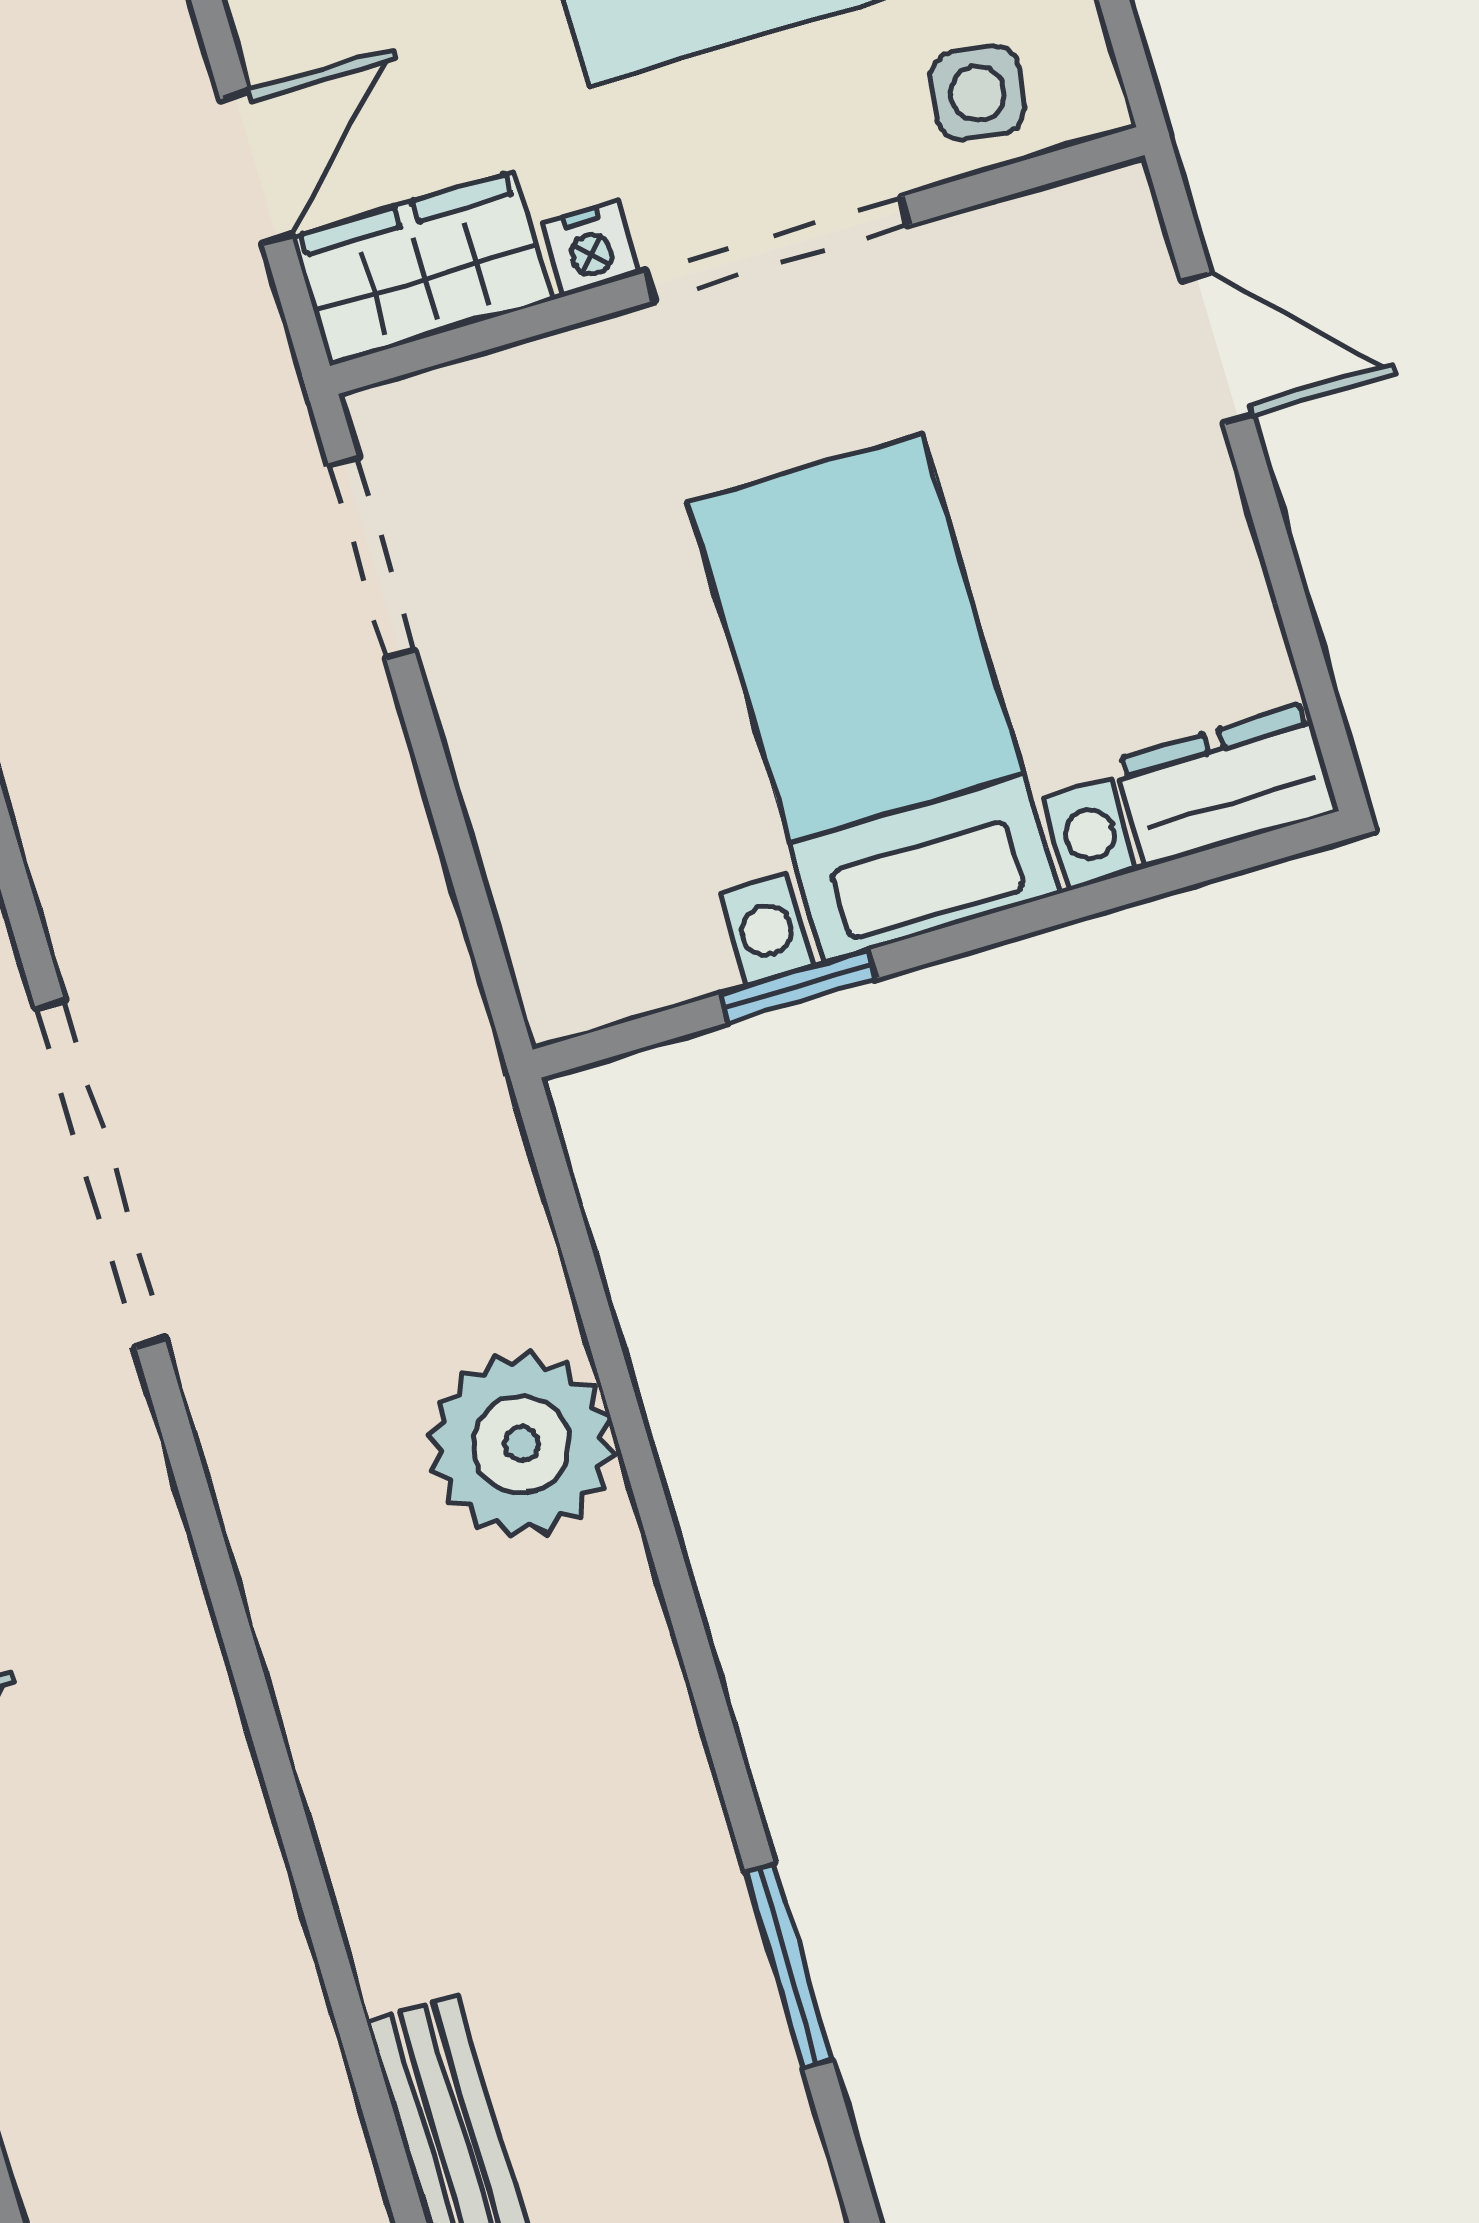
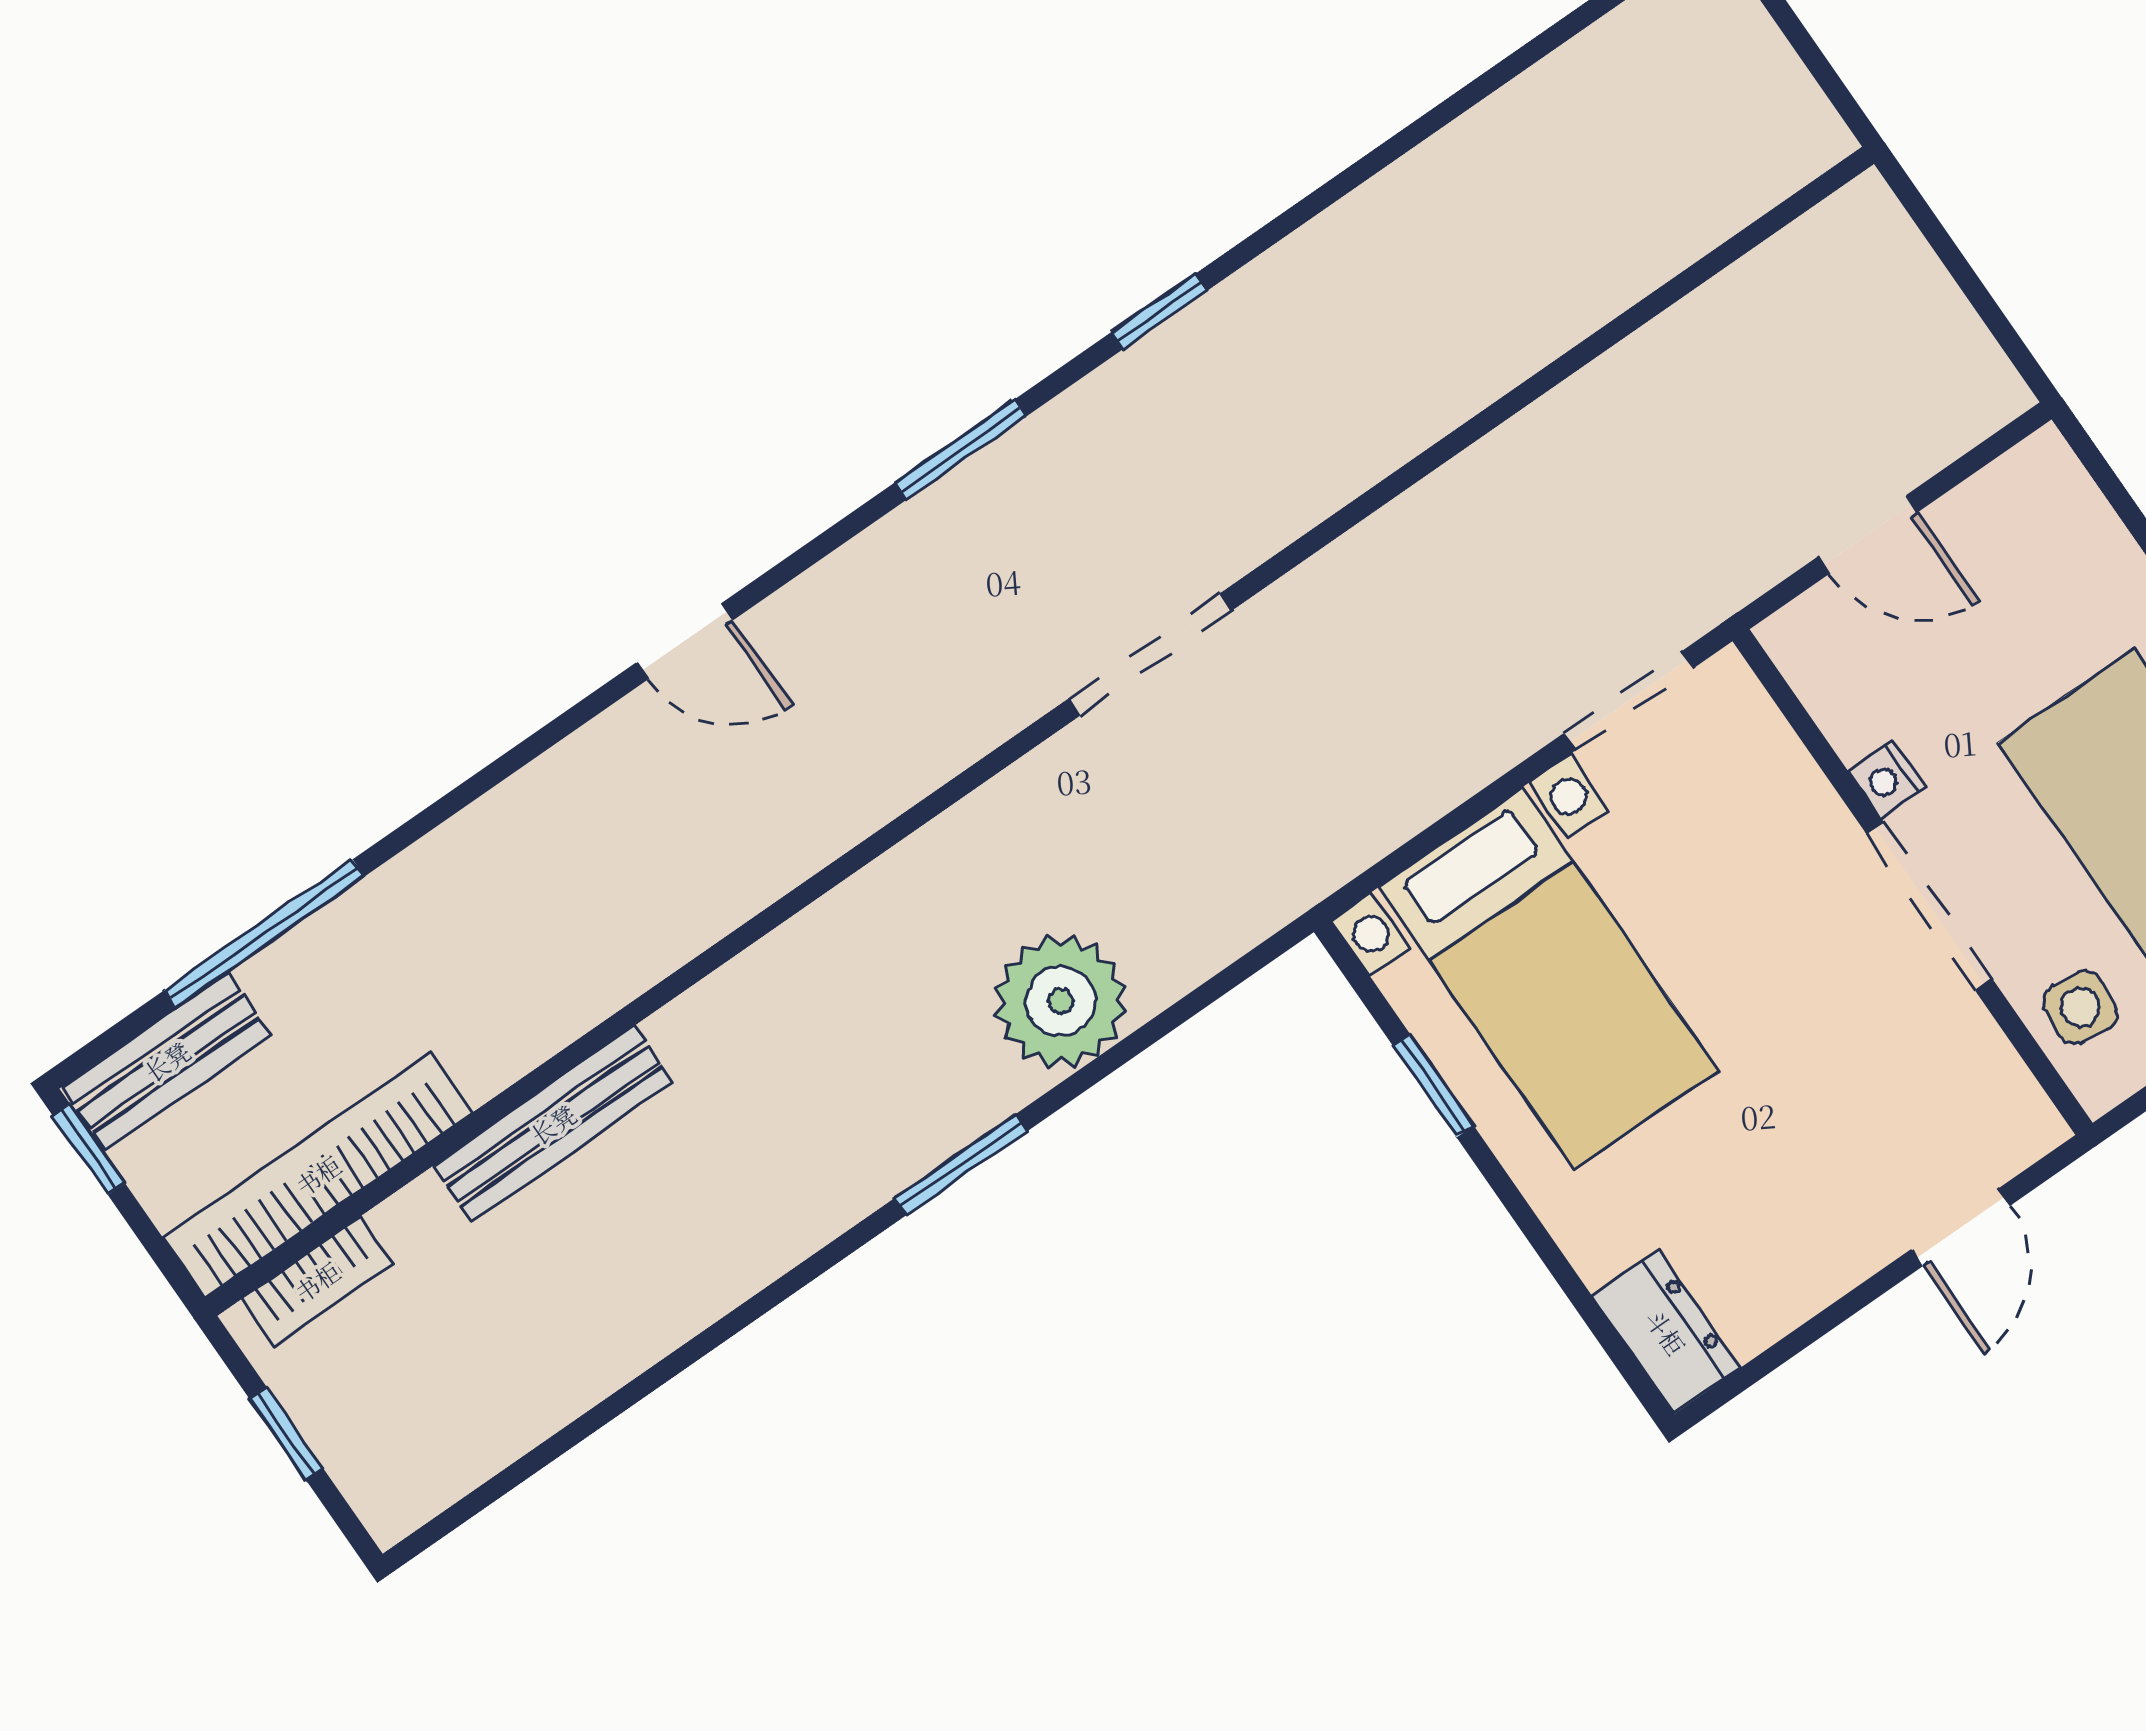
wardrobe: (422, 268) -> (1836, 670), removed
bed with nightstands: (874, 698) -> (1548, 978), moved, turned 90
doorway: (100, 1173) -> (1150, 654), width x0.73
window: (789, 1966) -> (961, 1164), moved

